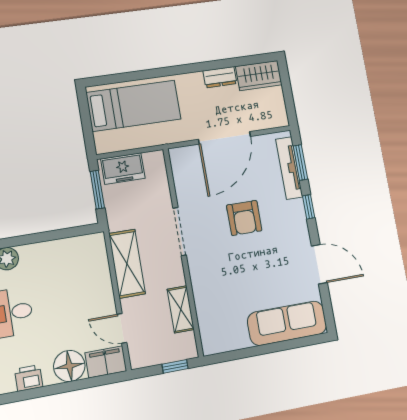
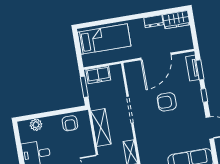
tv unit: (289, 168) -> (192, 68), width x0.71
armchair: (244, 218) -> (167, 102), turned 90
armchair: (70, 256) -> (70, 123), added

